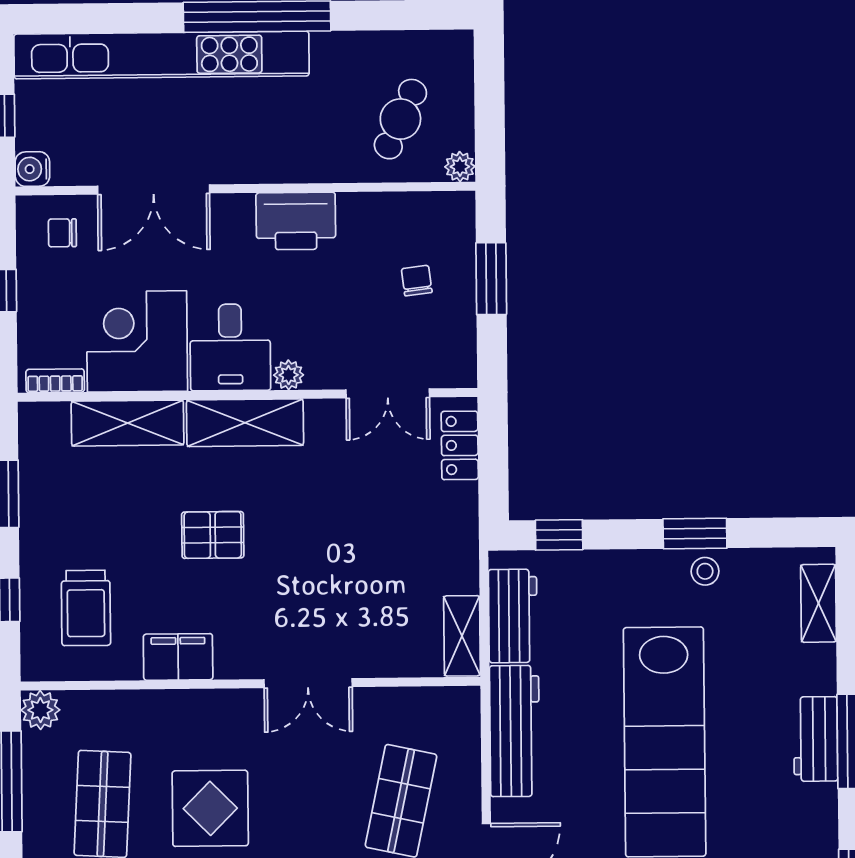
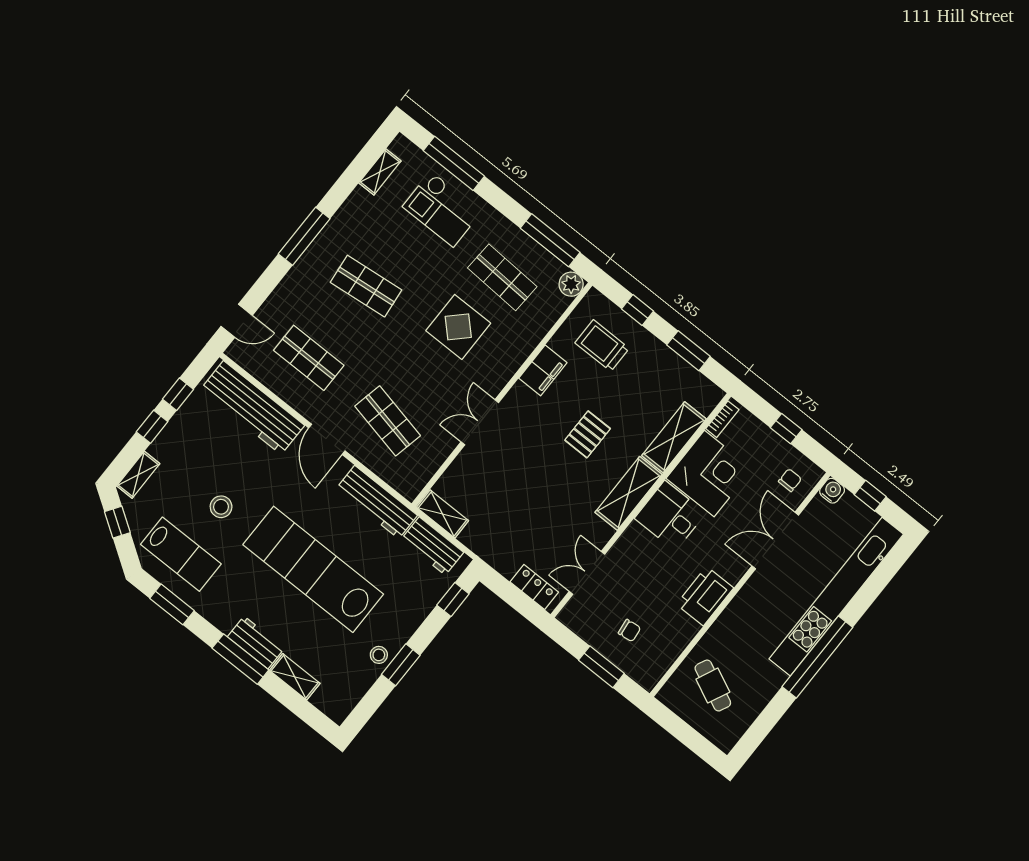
plant: (460, 167) -> (667, 695), removed
plant: (289, 375) -> (634, 533), removed
shelving: (819, 603) -> (295, 677), moved

